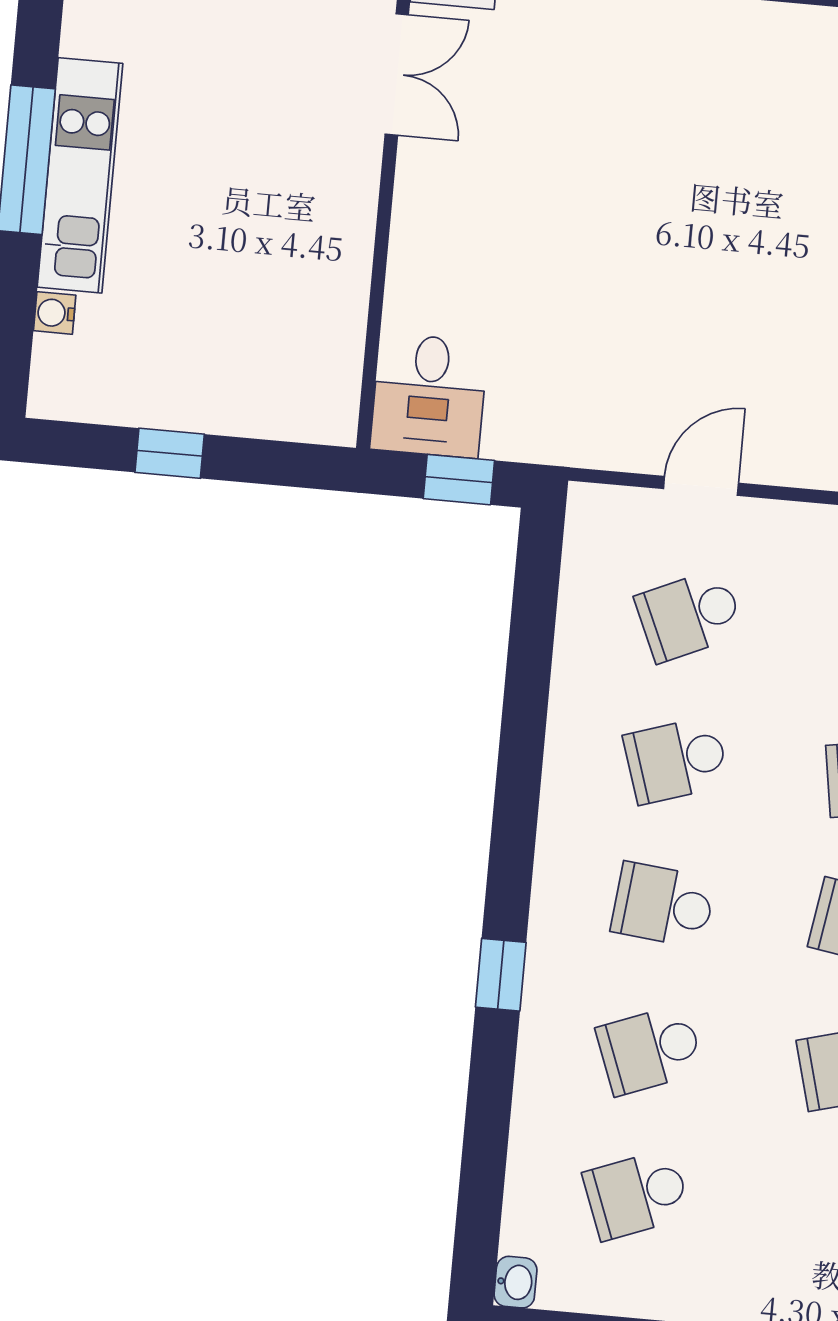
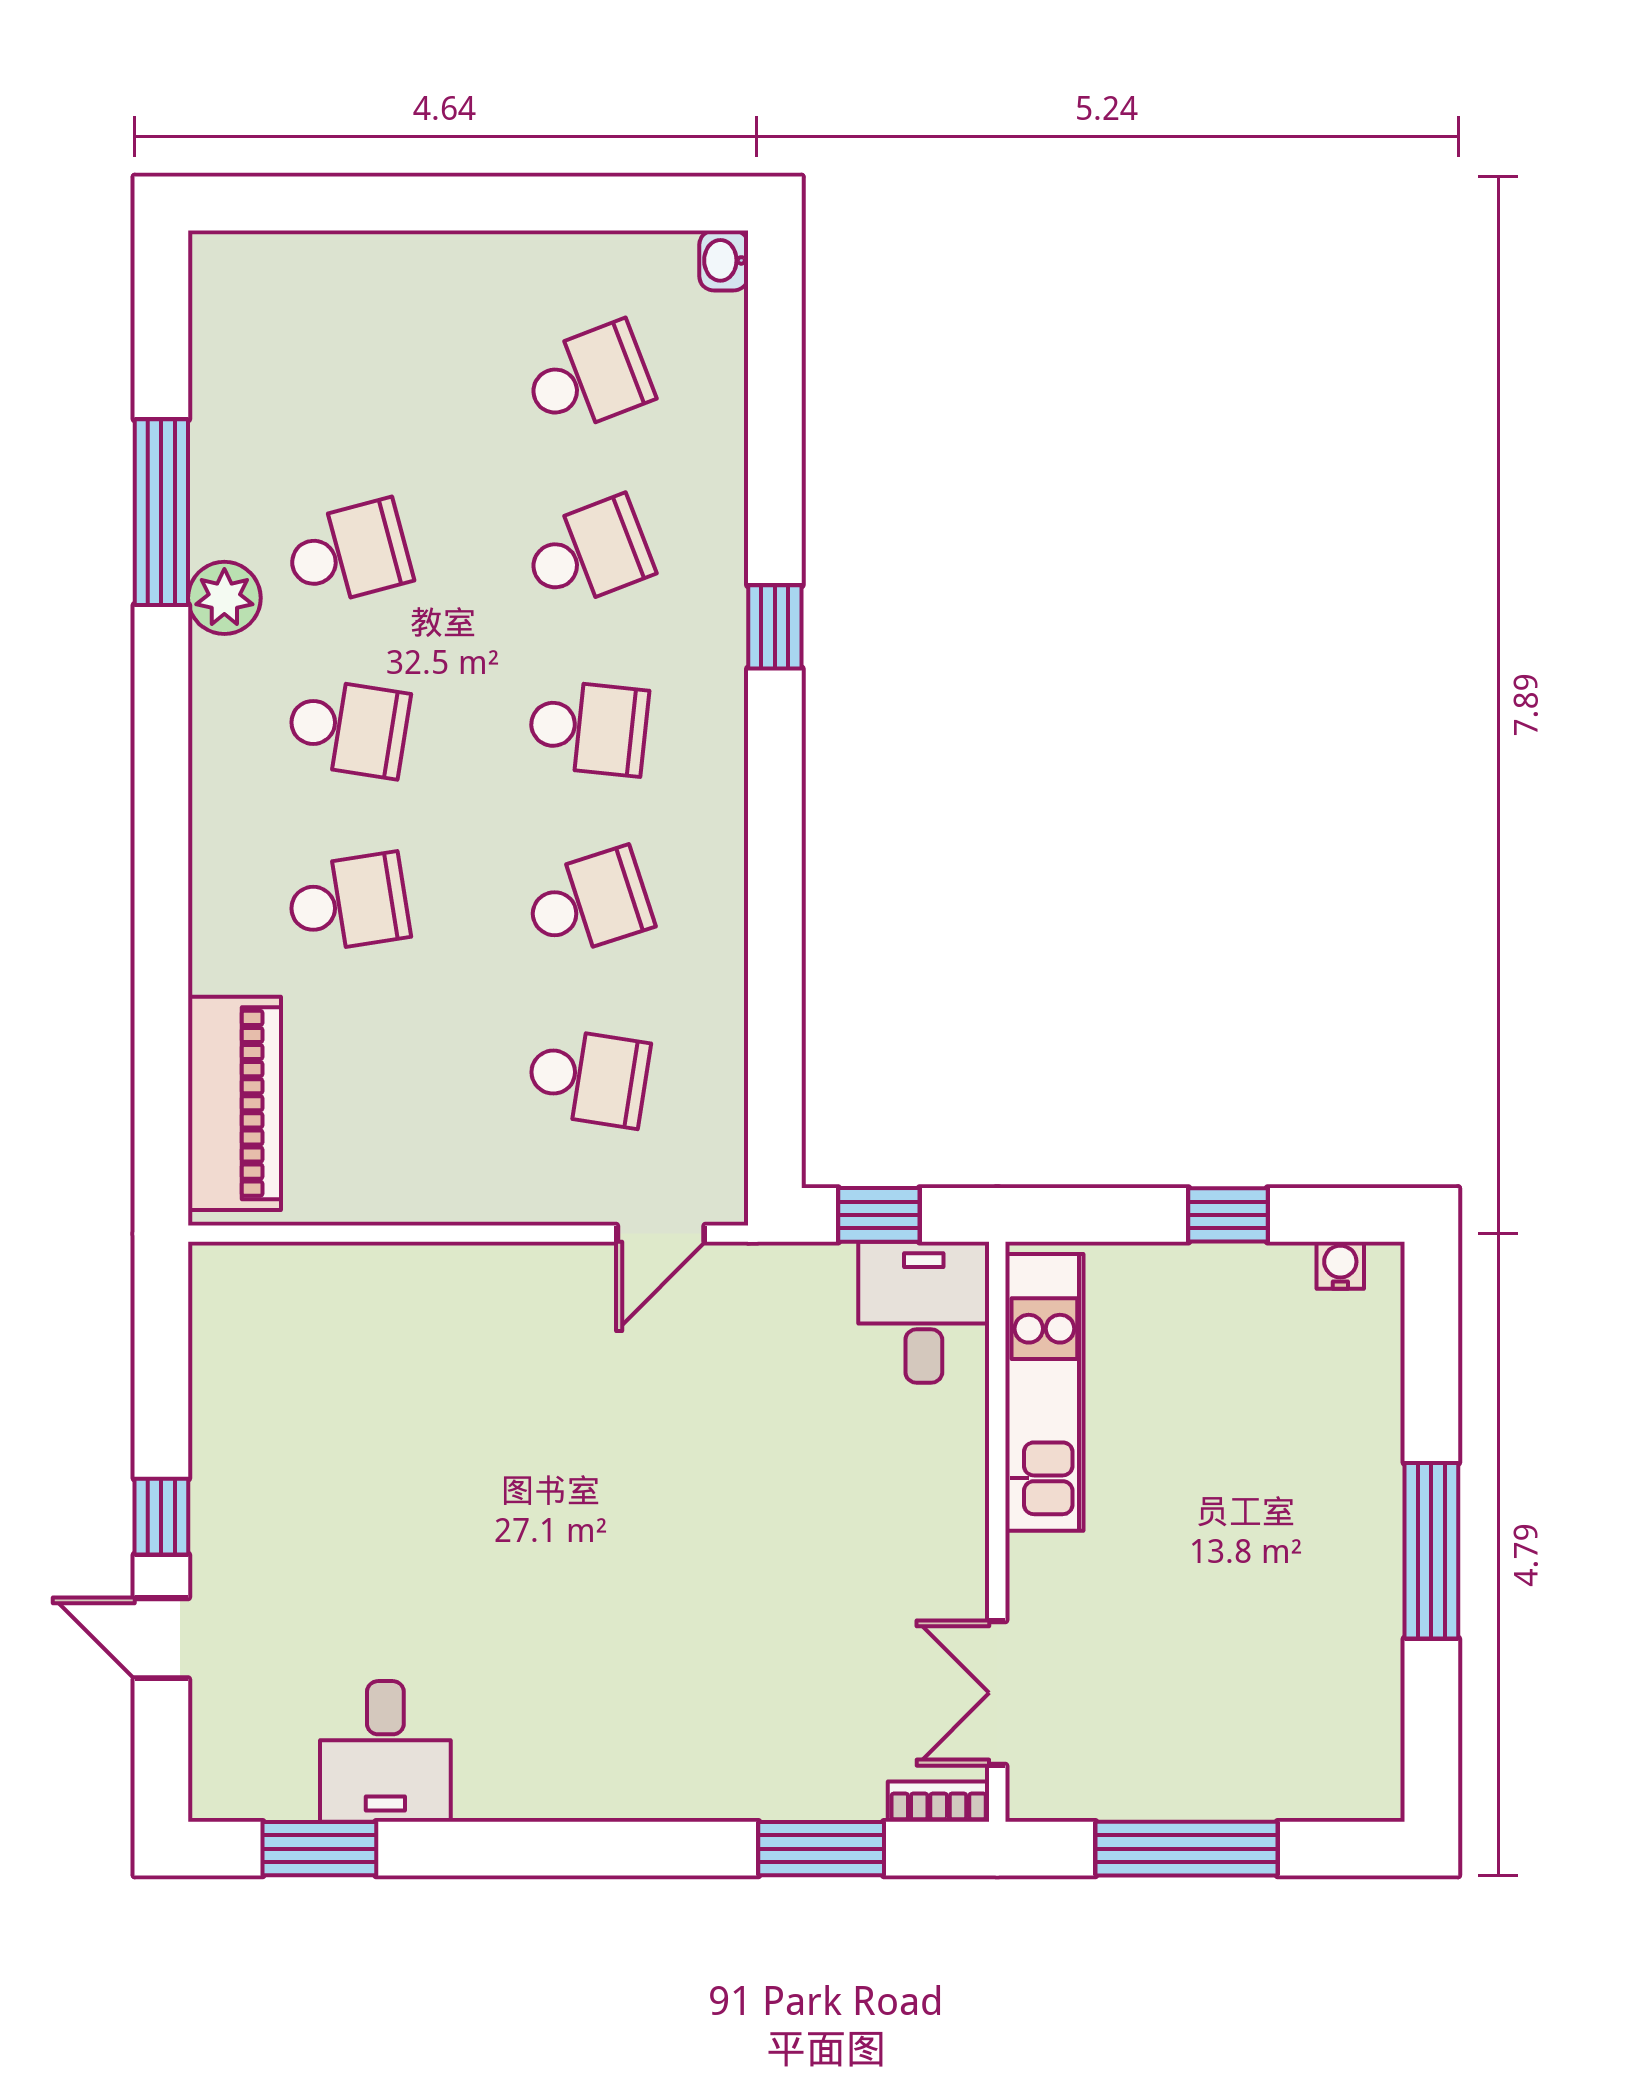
kitchen unit: (80, 175) -> (1044, 1392), moved, turned 180
water cooler: (55, 313) -> (1340, 1265), moved, turned -90
door: (701, 486) -> (661, 1234), moved
school desk: (689, 615) -> (588, 1078), turned 33

